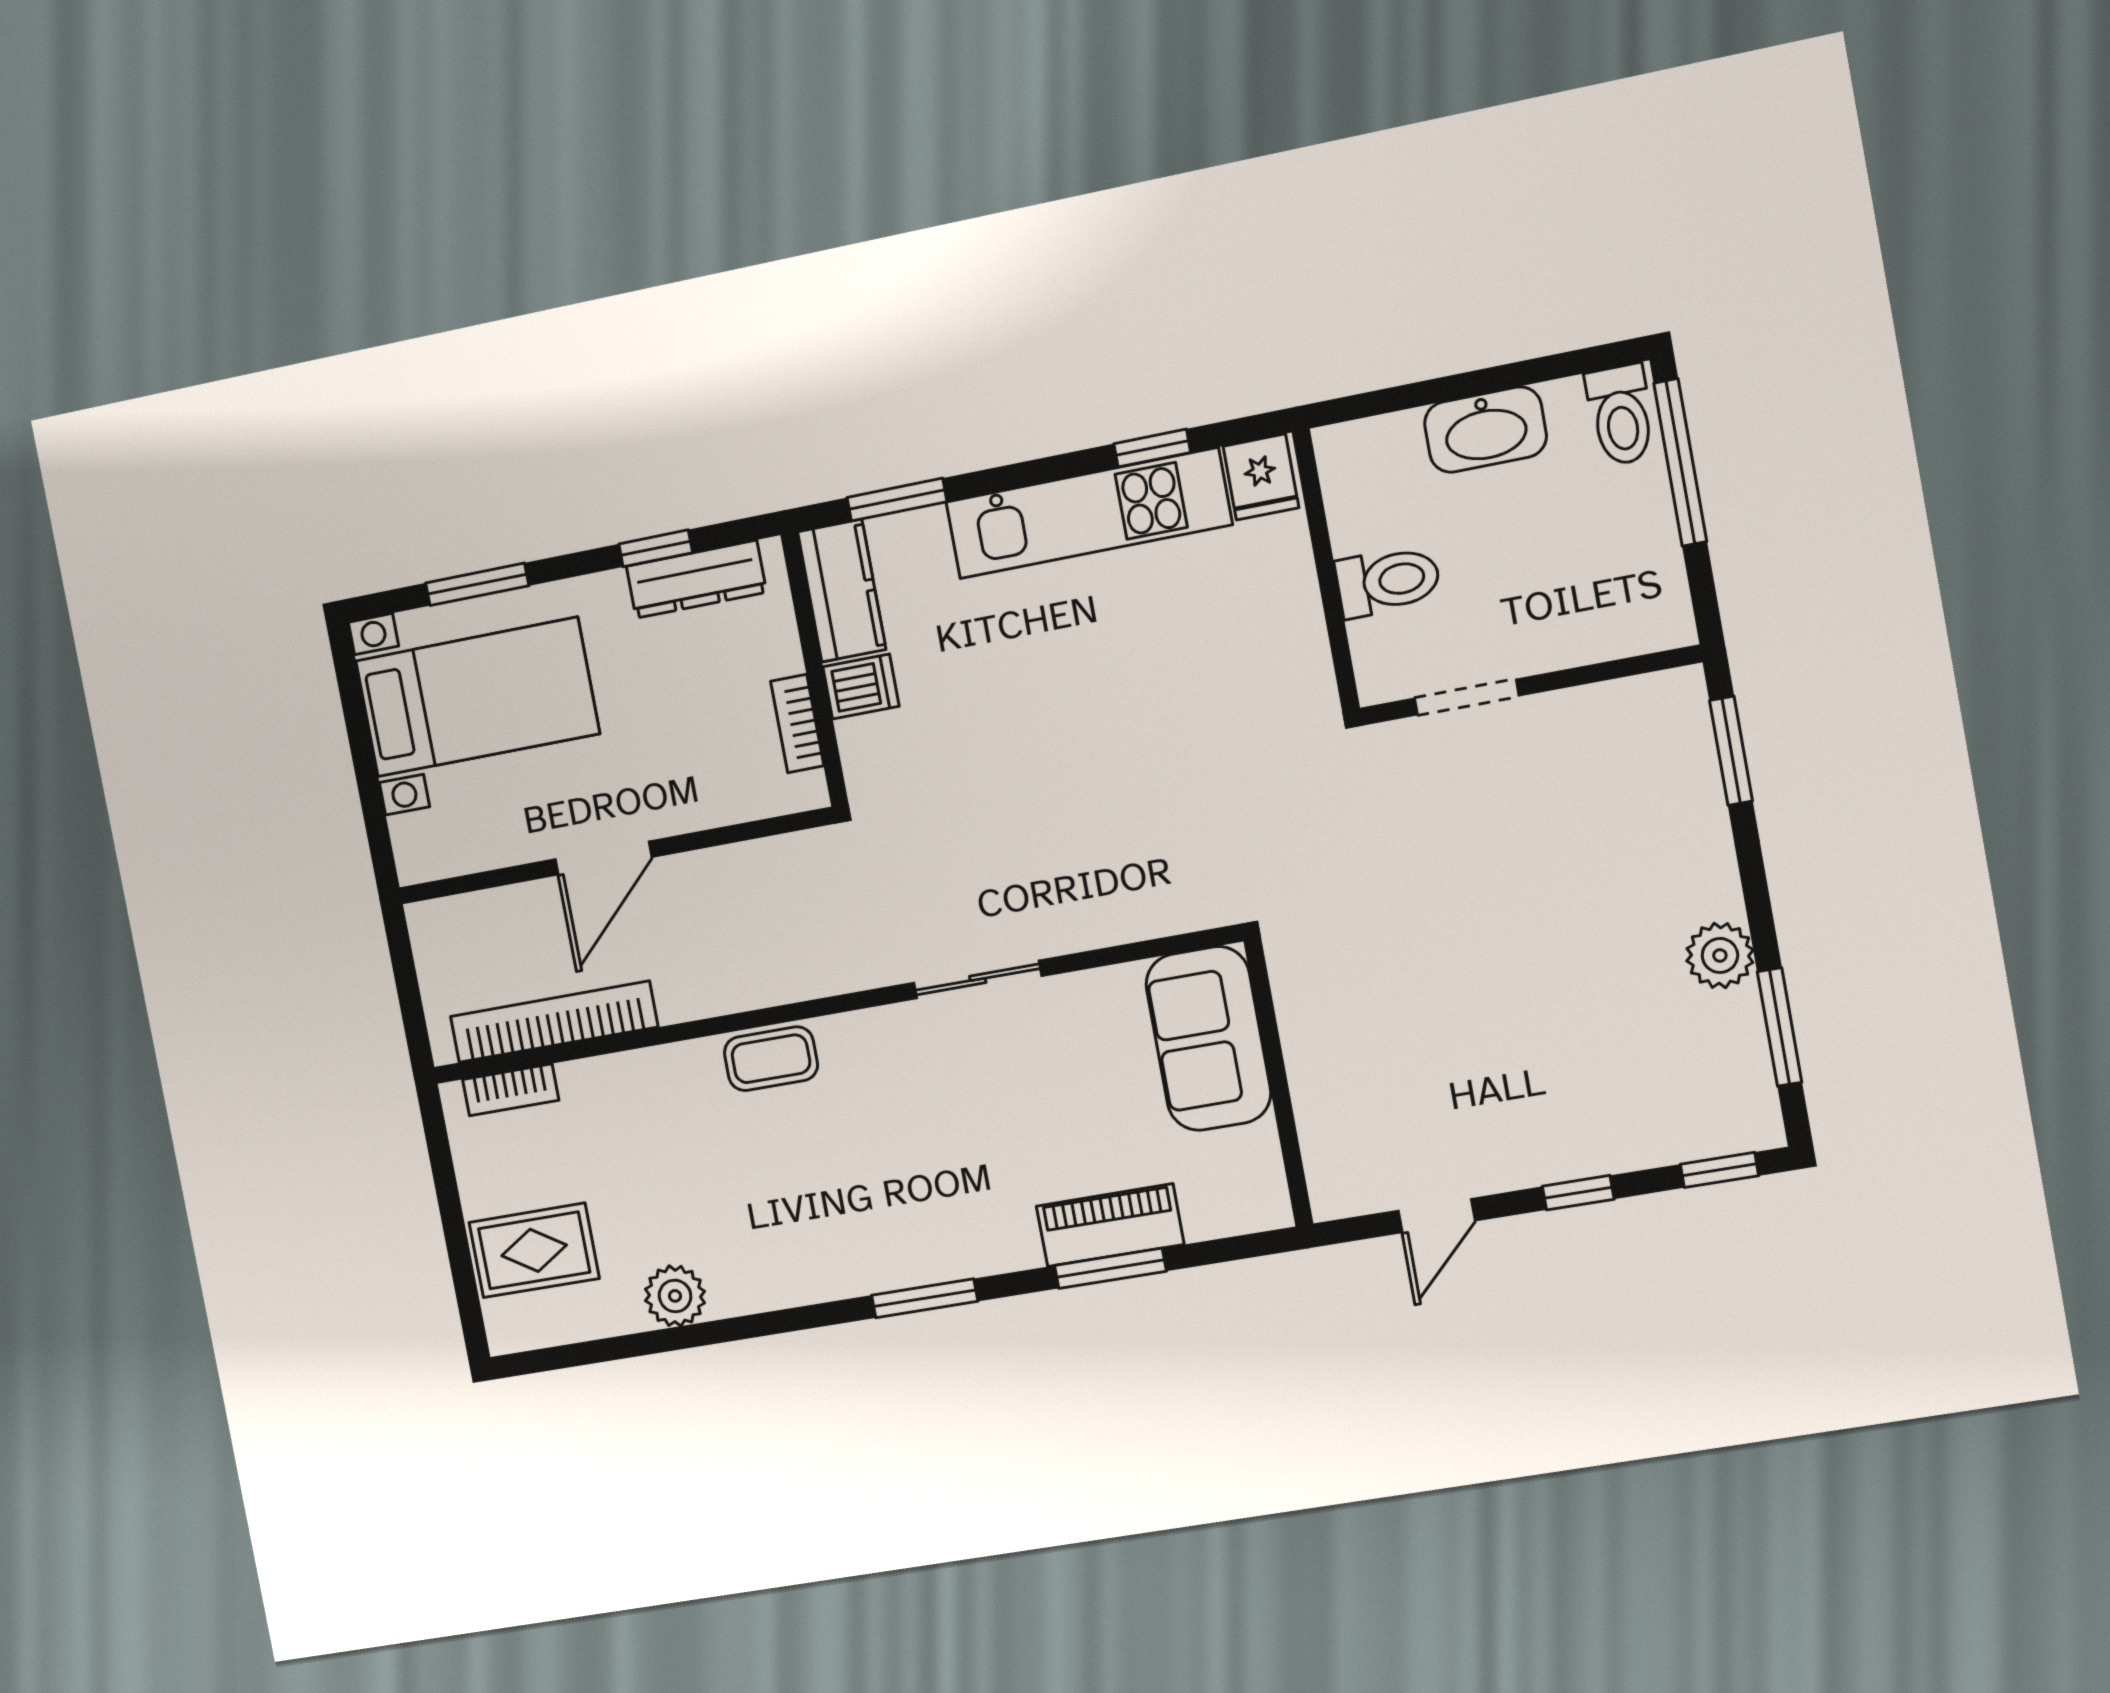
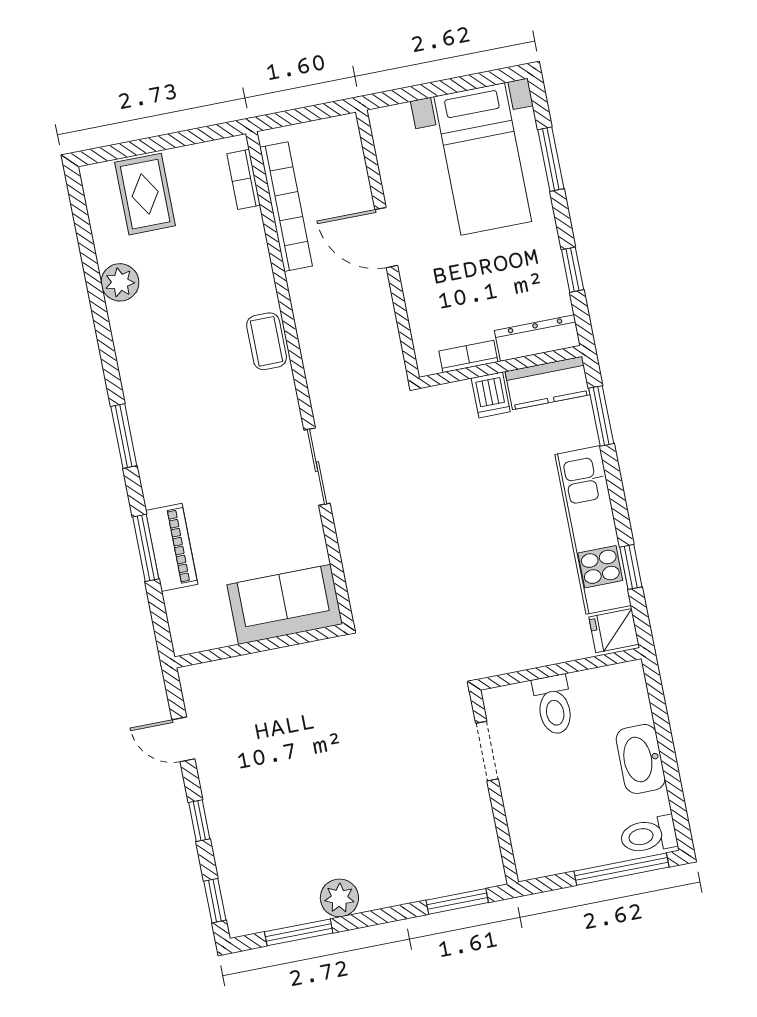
dresser: (696, 579) -> (537, 338), moved, turned 90

